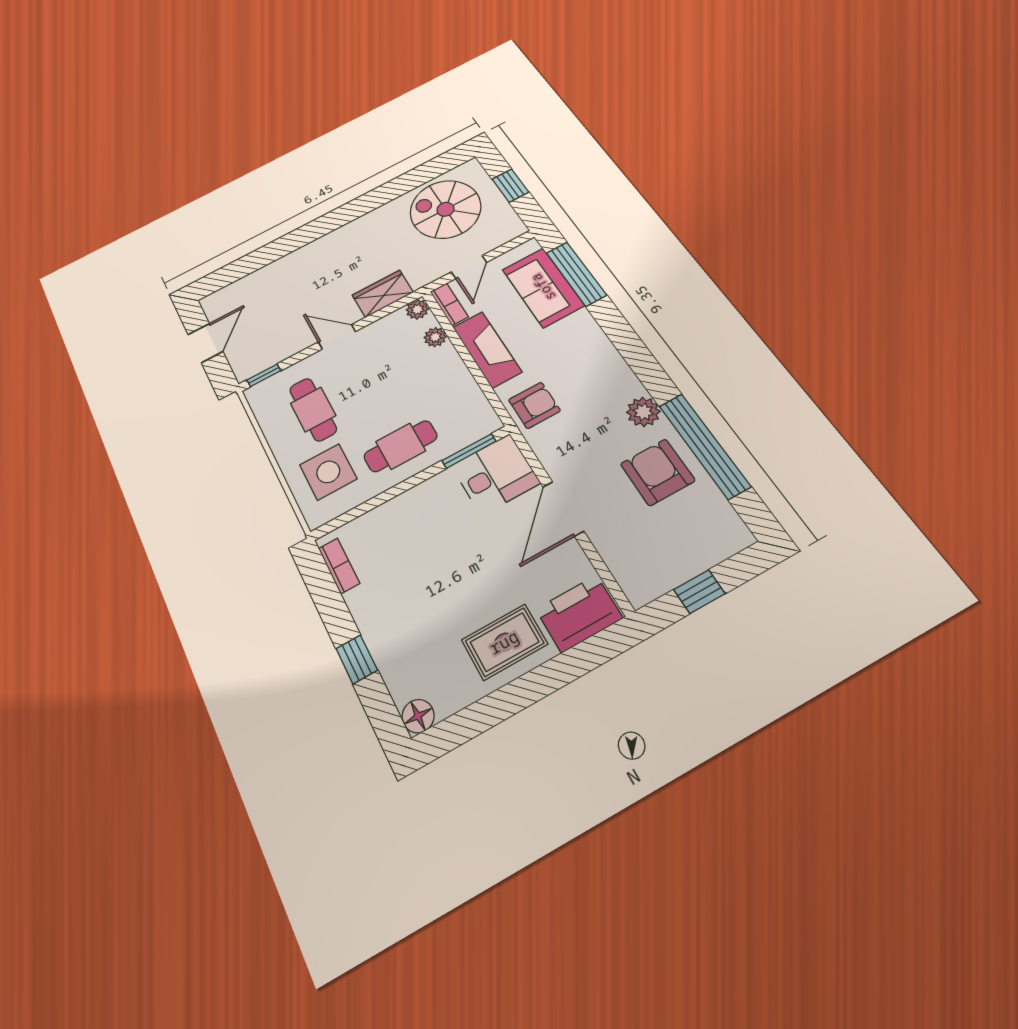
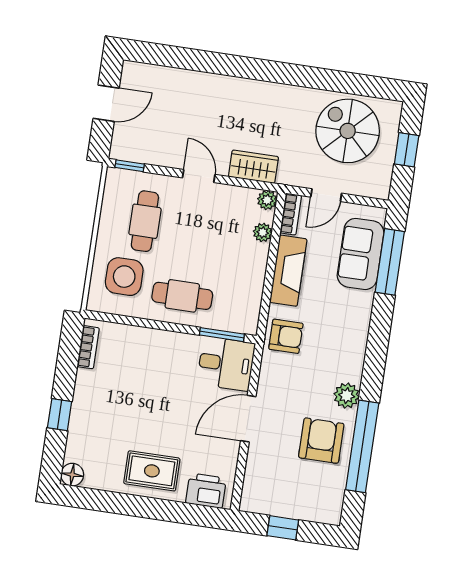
printer: (579, 614) -> (206, 491), width x0.73, depth x0.84

